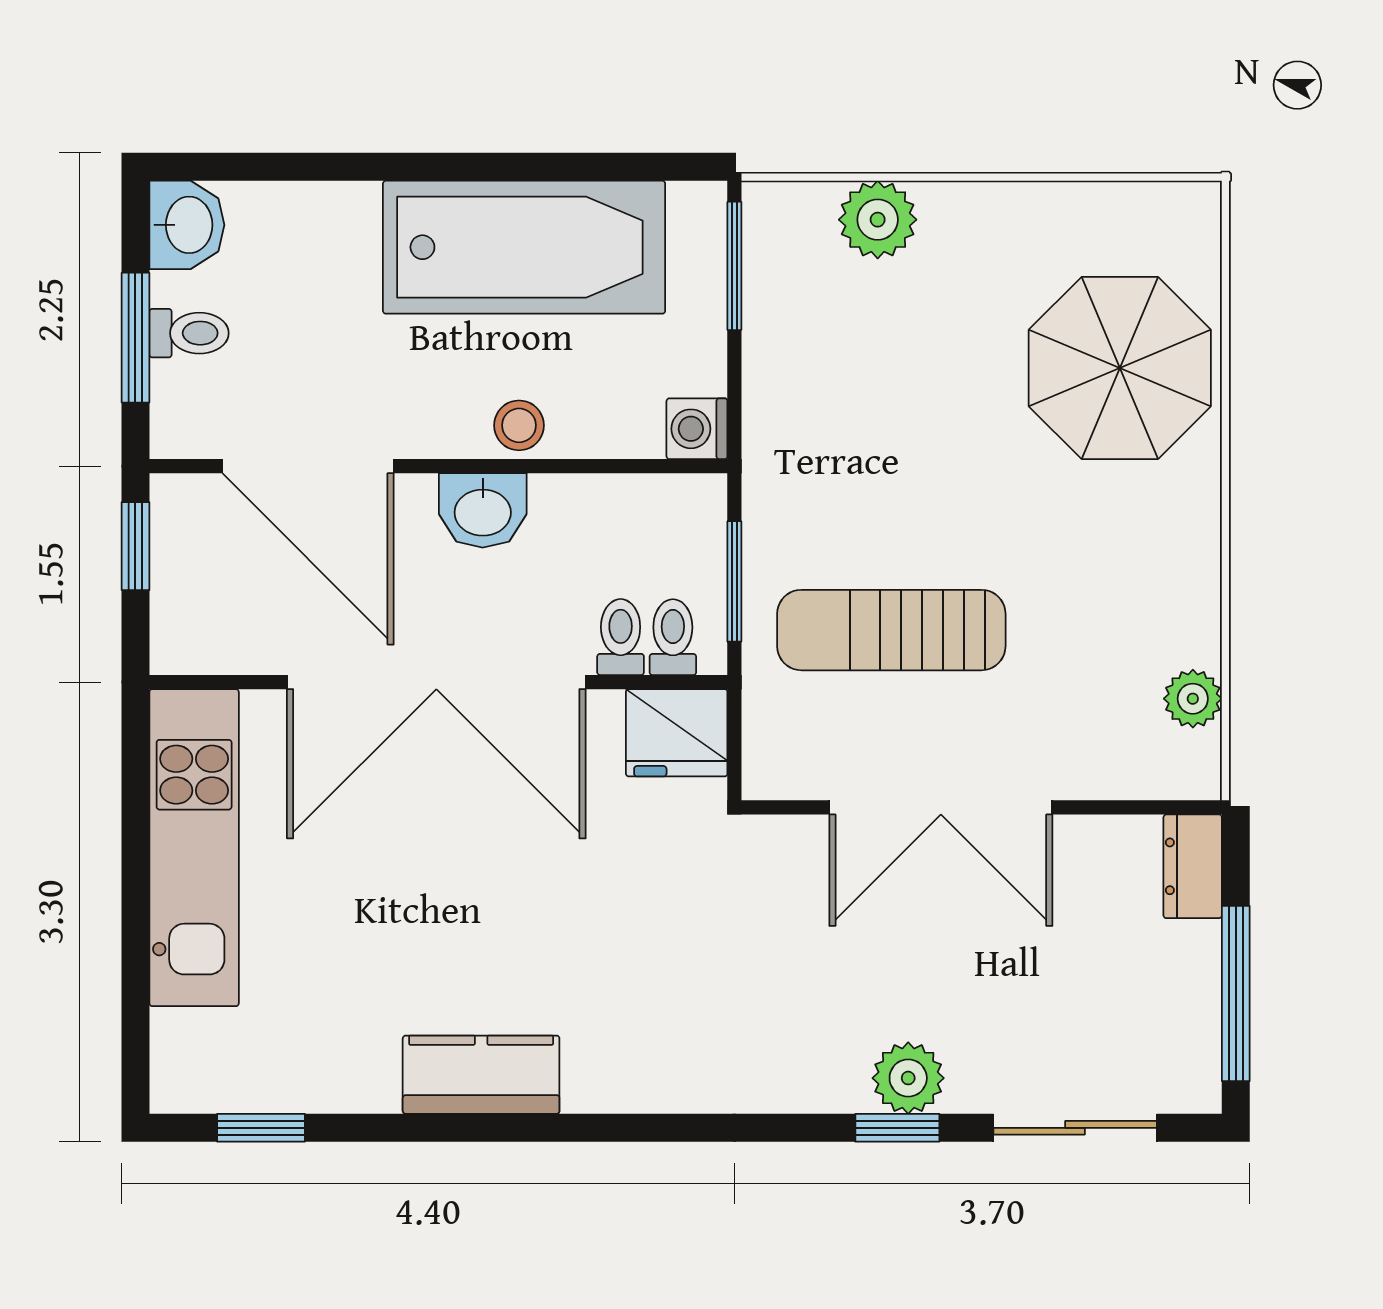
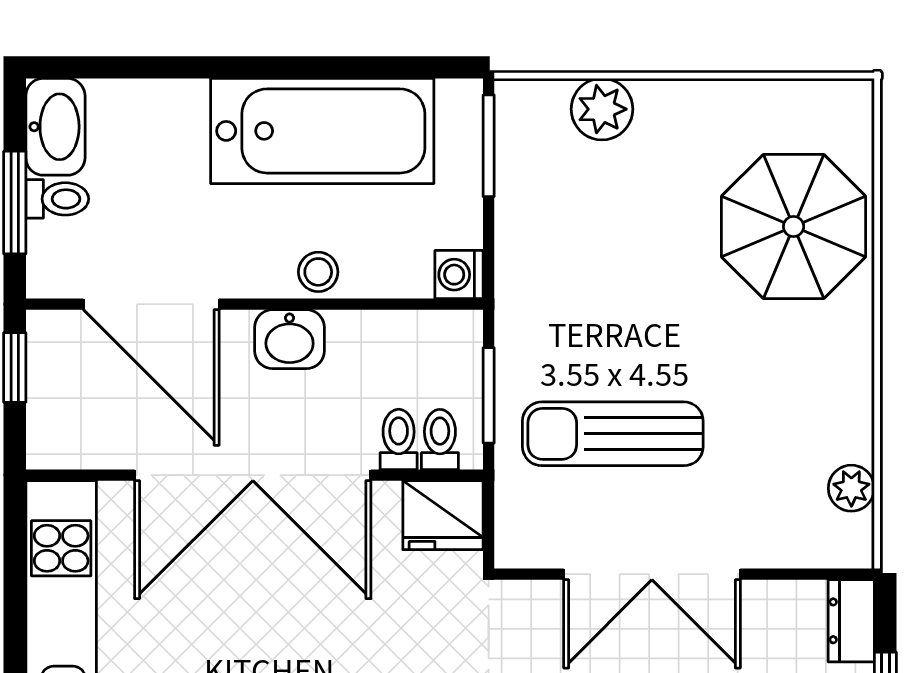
washbasin: (187, 225) -> (55, 127), width x1.38

